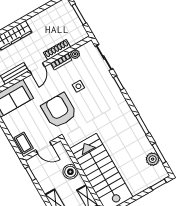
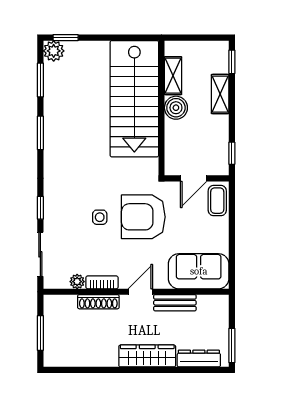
side table: (78, 86) -> (100, 217), moved
armchair: (59, 111) -> (143, 217), turned 90
door: (44, 148) -> (193, 178), swing flipped
plant: (153, 159) -> (54, 51), moved
boiler: (70, 172) -> (176, 108), moved

